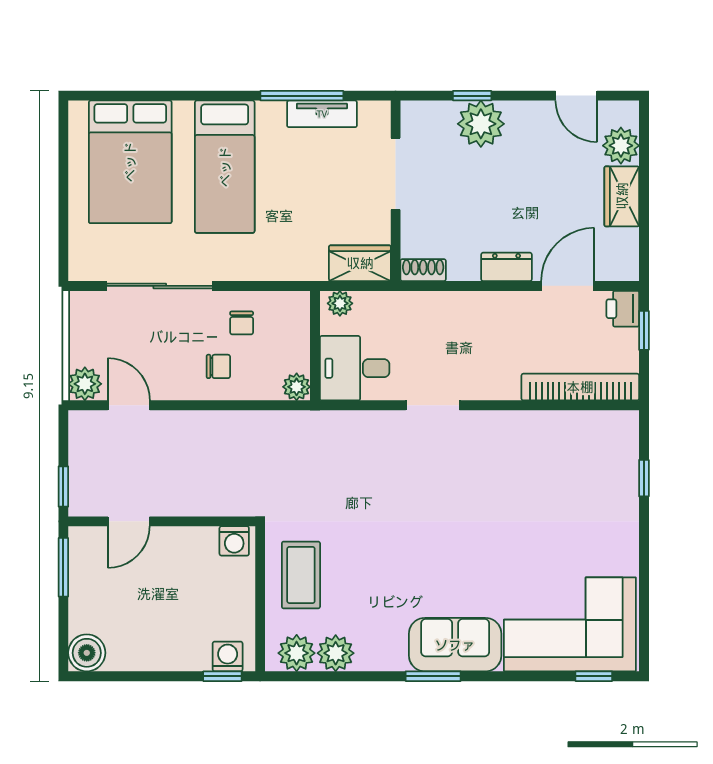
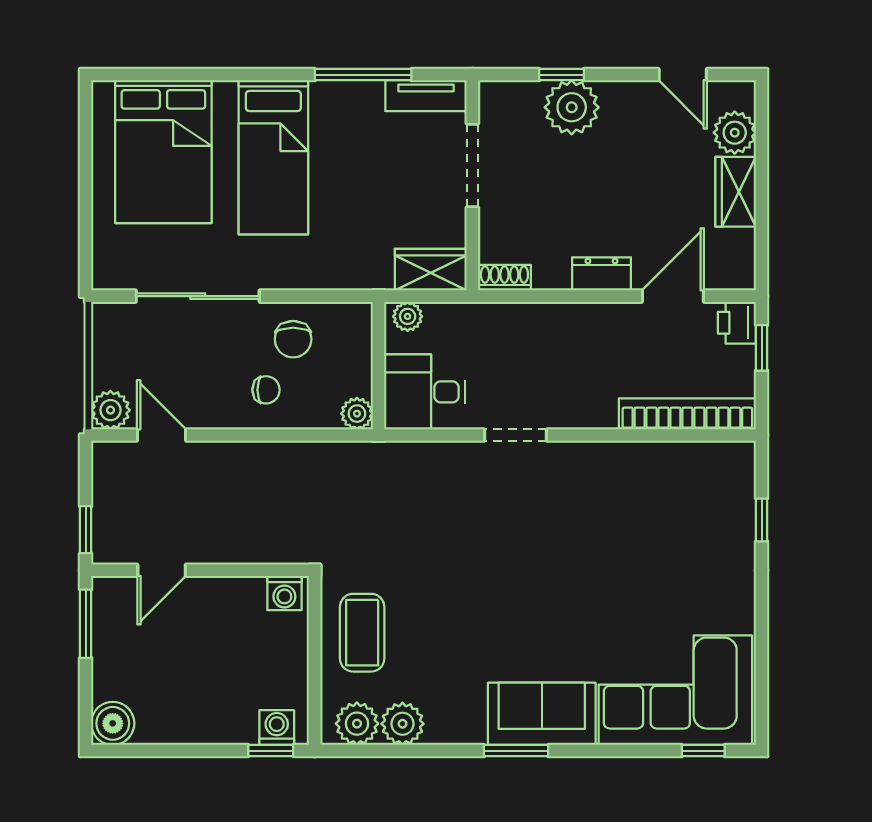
tv unit: (322, 114) -> (426, 96), moved
chair: (242, 323) -> (293, 339), width x1.37, depth x1.37

